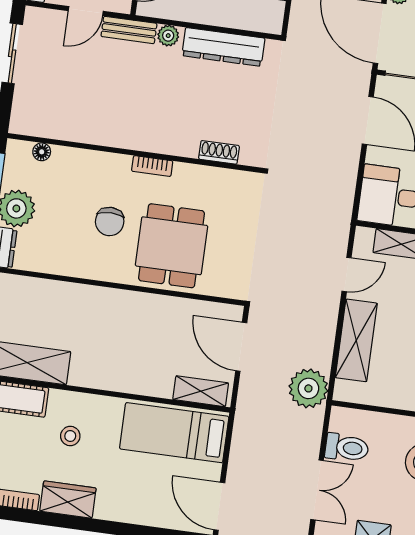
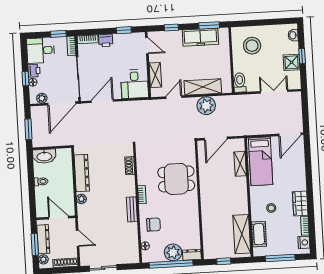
bench: (129, 30) -> (132, 209), moved
chair: (110, 222) -> (154, 225), moved
door: (347, 275) -> (174, 97), hinge flipped
plant: (308, 388) -> (206, 106), moved
shelving: (201, 391) -> (240, 164), moved
toilet: (347, 448) -> (240, 82), moved

